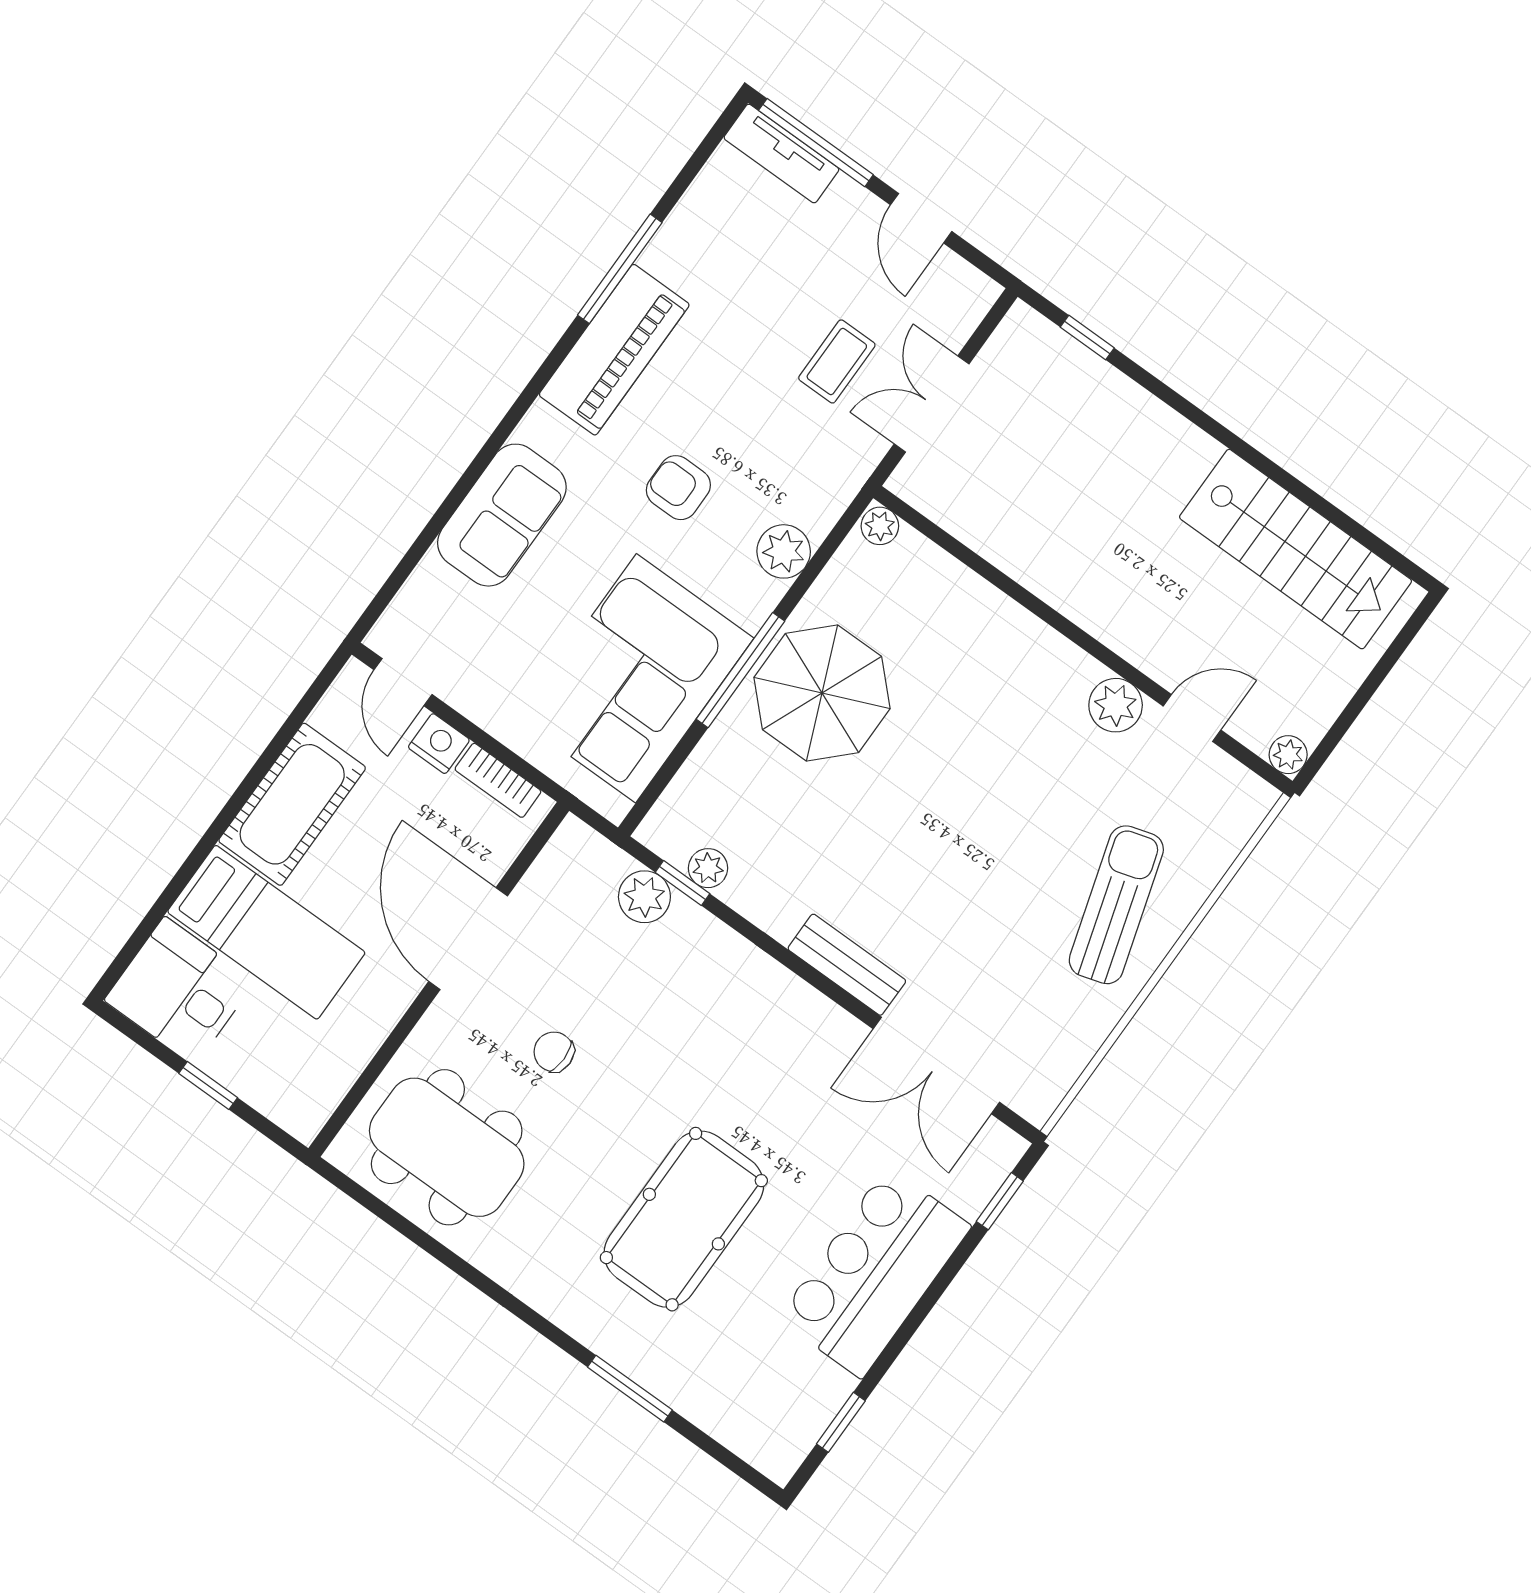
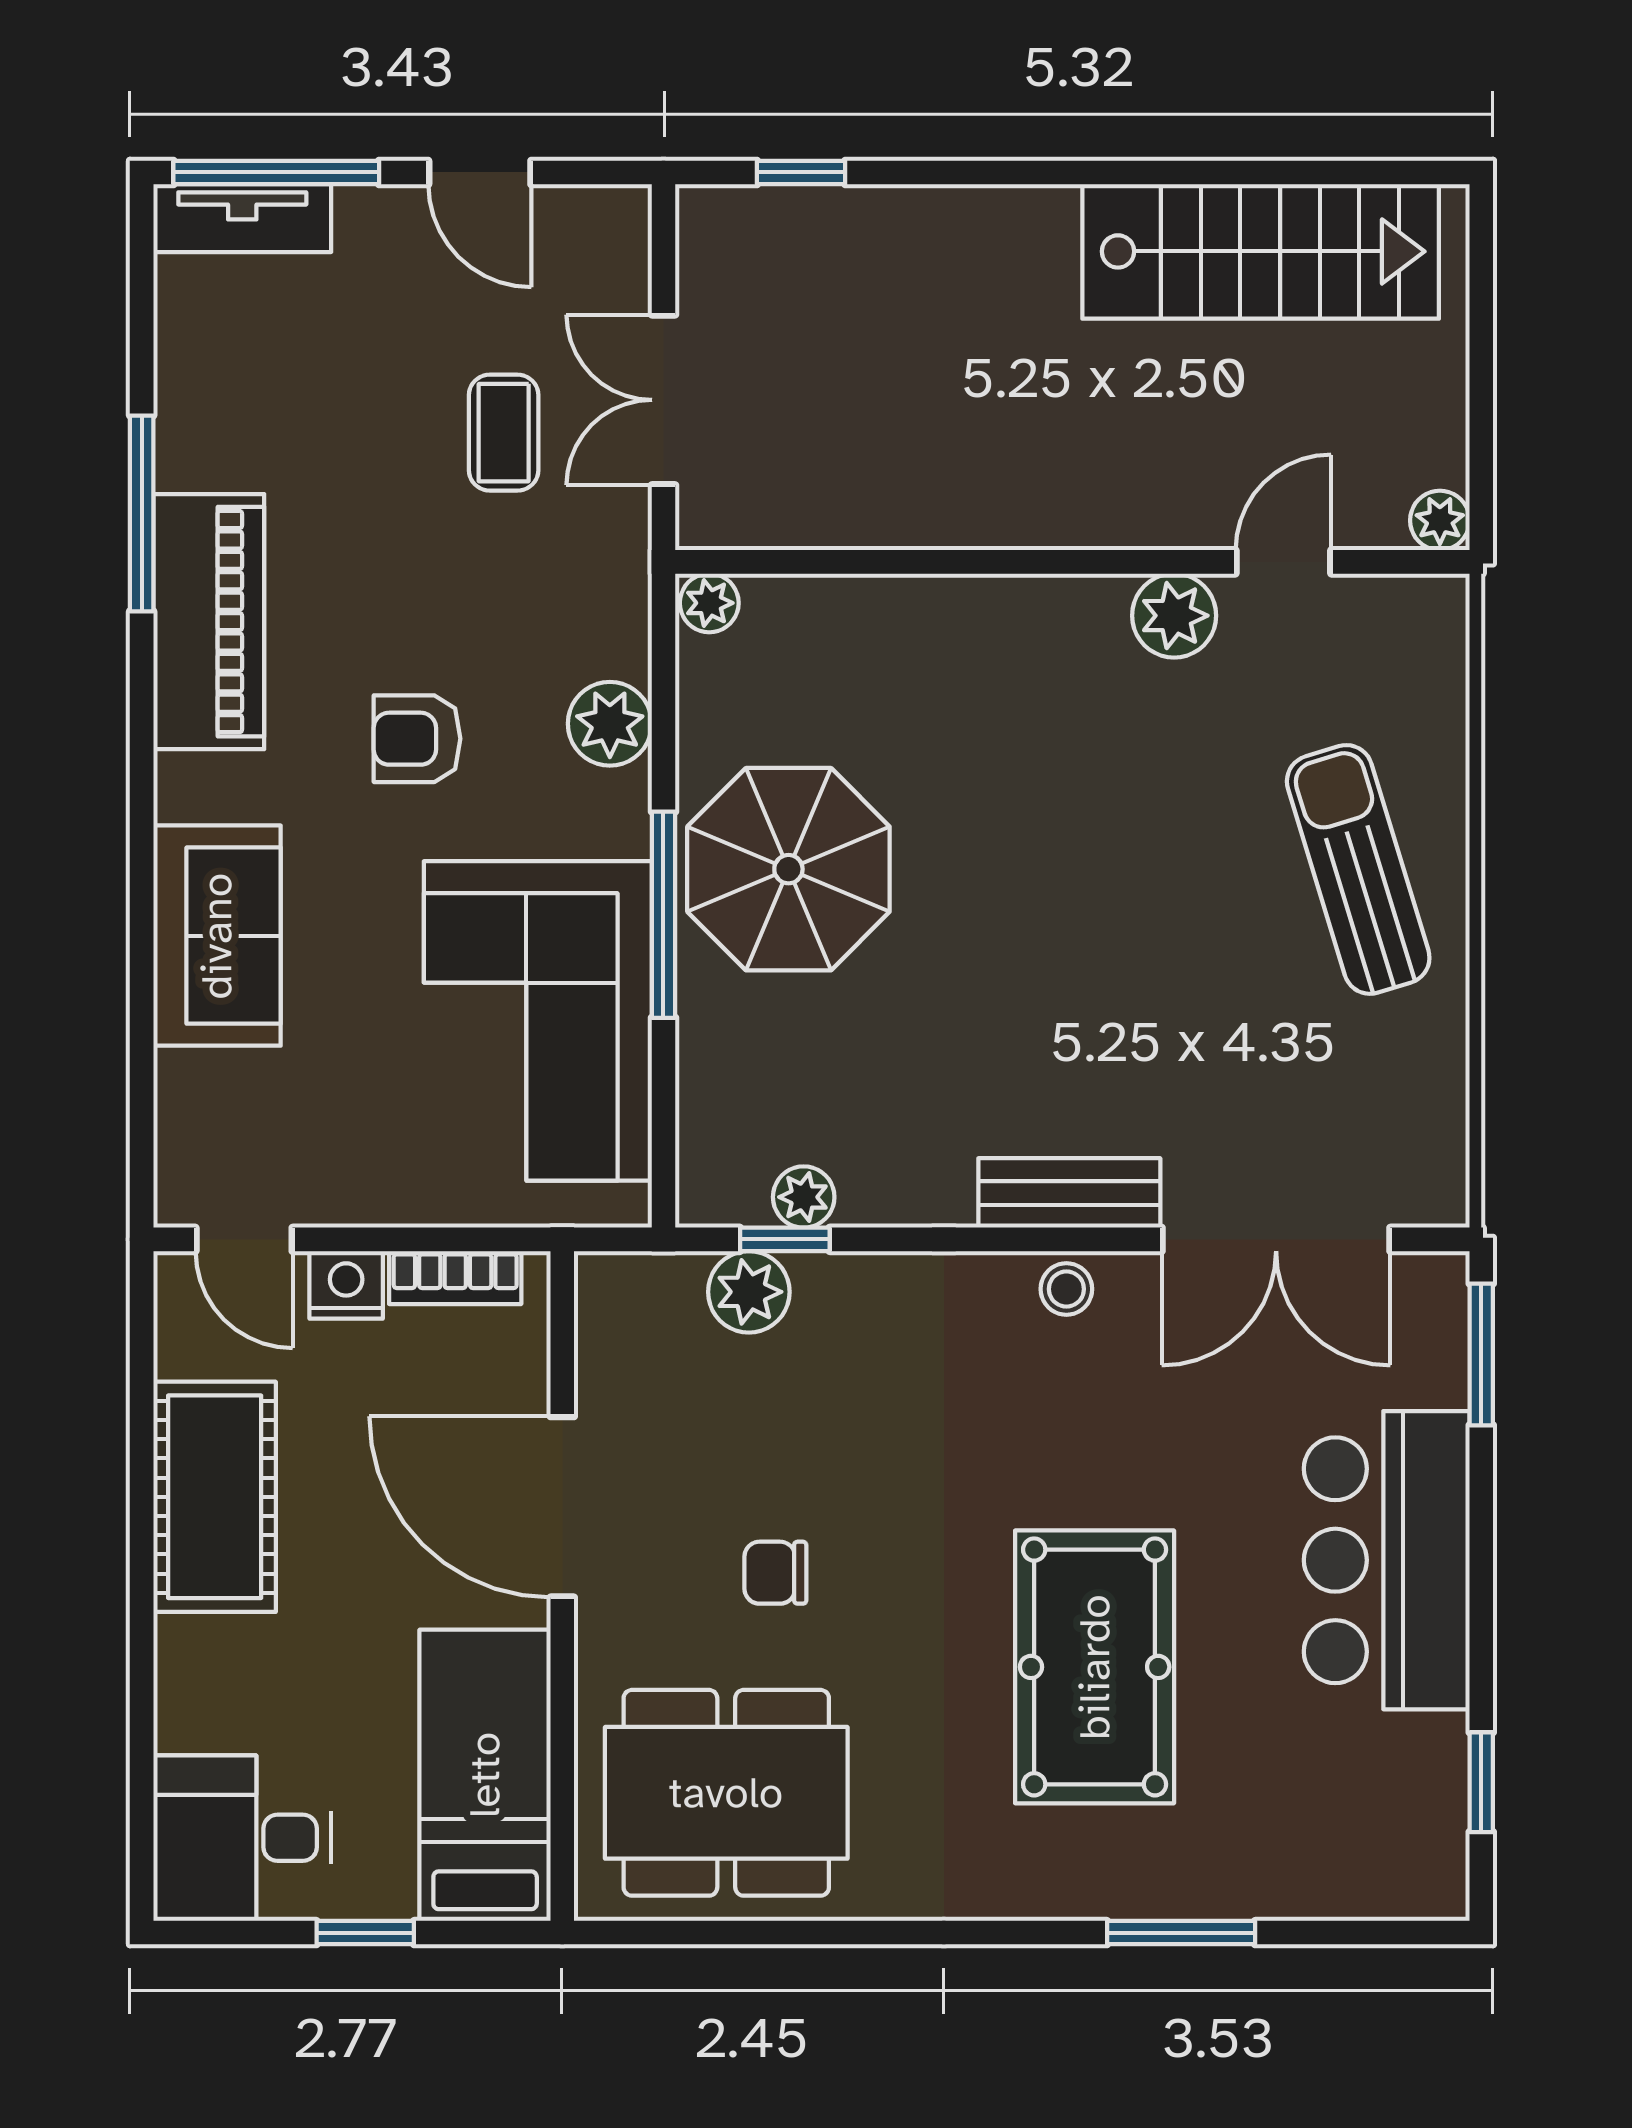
bed: (266, 932) -> (485, 1775), moved, turned -90
stool: (810, 1013) -> (1066, 1289), added
window: (1000, 1201) -> (1481, 1354), width x1.50

